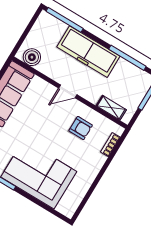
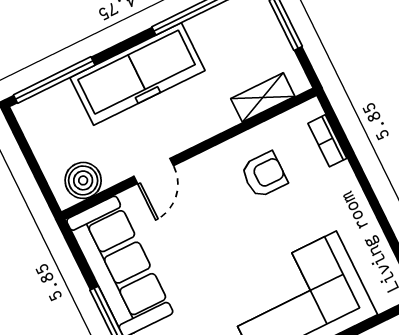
door: (68, 91) -> (154, 171), moved

